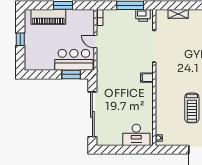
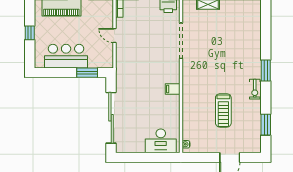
bar counter: (74, 60) -> (66, 56), moved
filing cabinet: (147, 78) -> (173, 89), moved

